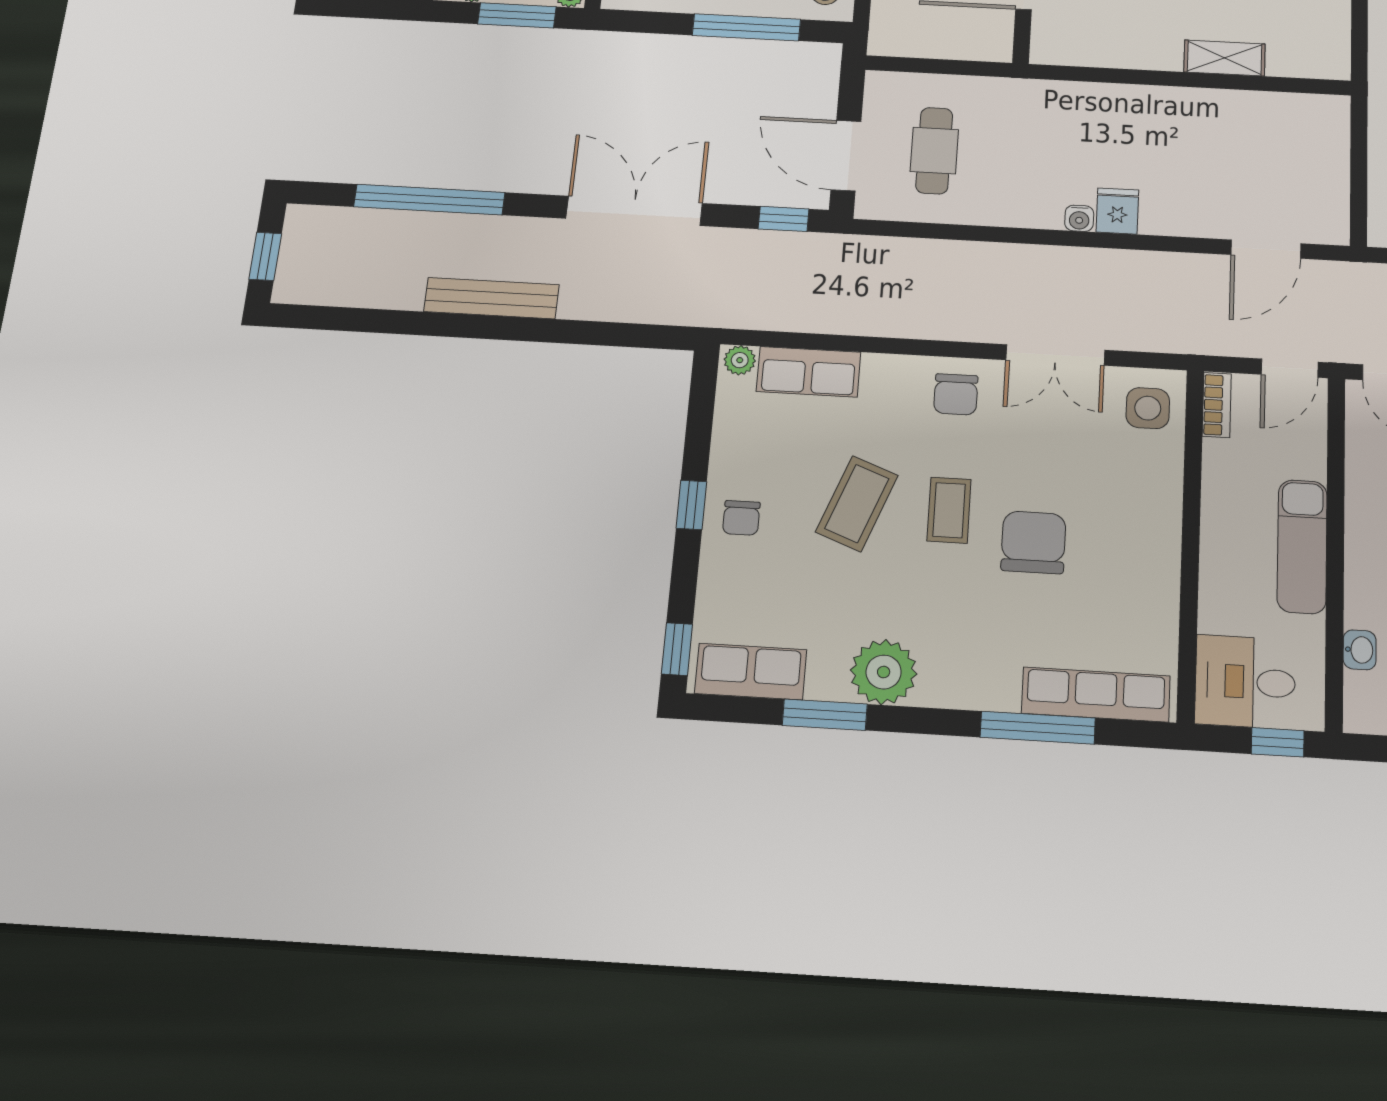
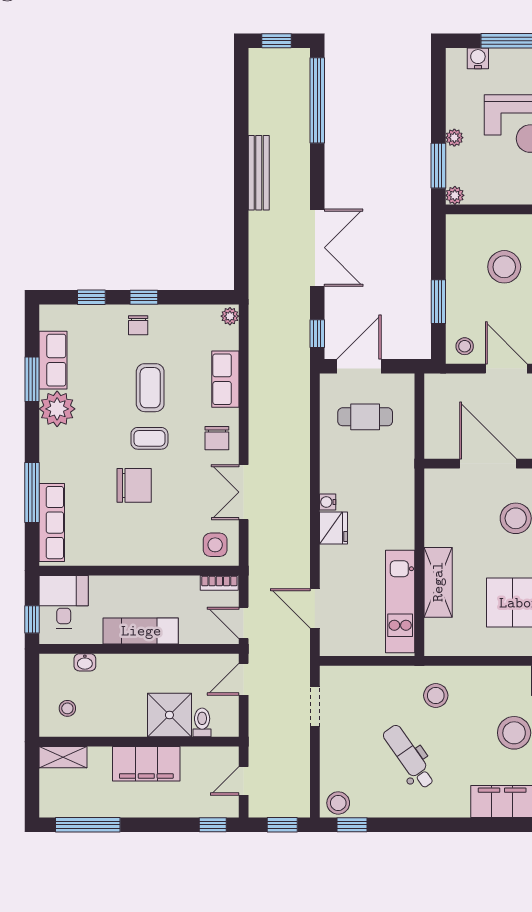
window: (746, 27) -> (438, 302), width x0.69
shelving: (1224, 58) -> (438, 582), width x1.50, depth x1.33
kitchen unit: (1256, 113) -> (400, 602), added
window: (429, 200) -> (317, 100), moved
fridge: (1117, 211) -> (333, 528), width x1.38
row of seats: (809, 372) -> (225, 379), moved
chair: (956, 394) -> (217, 438), turned -90
coffee table: (857, 504) -> (150, 388), turned 69
chair: (741, 518) -> (138, 325), turned -90
window: (677, 649) -> (91, 297), moved
row of seats: (751, 672) -> (53, 360), moved

